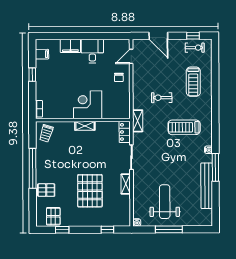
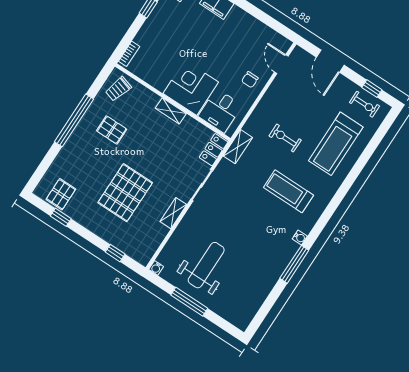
desk: (92, 51) -> (220, 111), moved, turned 180
door: (131, 56) -> (281, 64), hinge flipped
treadmill: (193, 82) -> (336, 144), width x1.37, depth x1.38
bench: (207, 186) -> (269, 279), removed
pallet: (46, 190) -> (112, 130), moved

